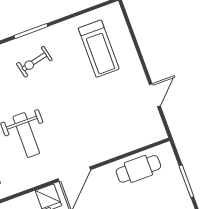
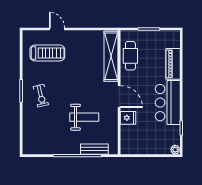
door: (155, 95) -> (57, 29), moved
shelving: (128, 141) -> (111, 56), added

